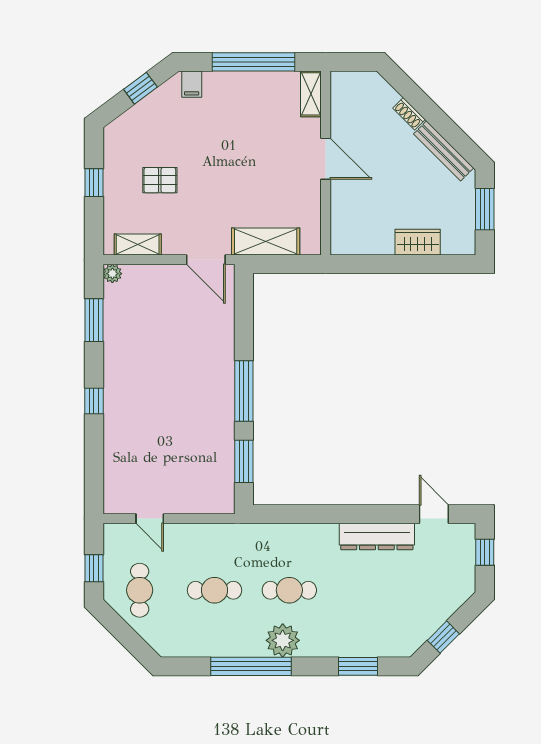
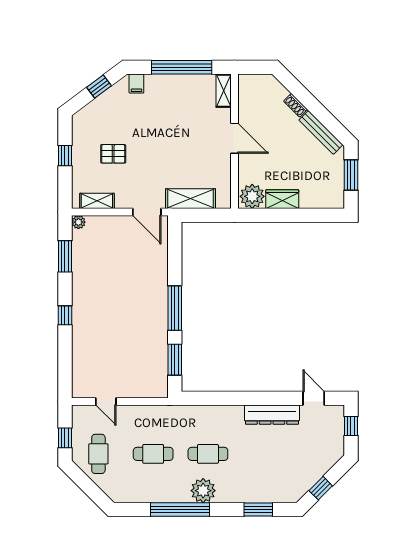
plant: (350, 238) -> (252, 196), added
wardrobe: (418, 242) -> (282, 199), moved

